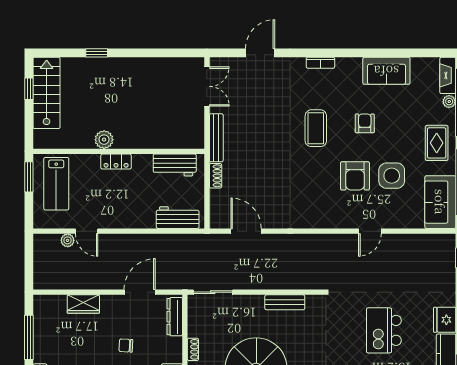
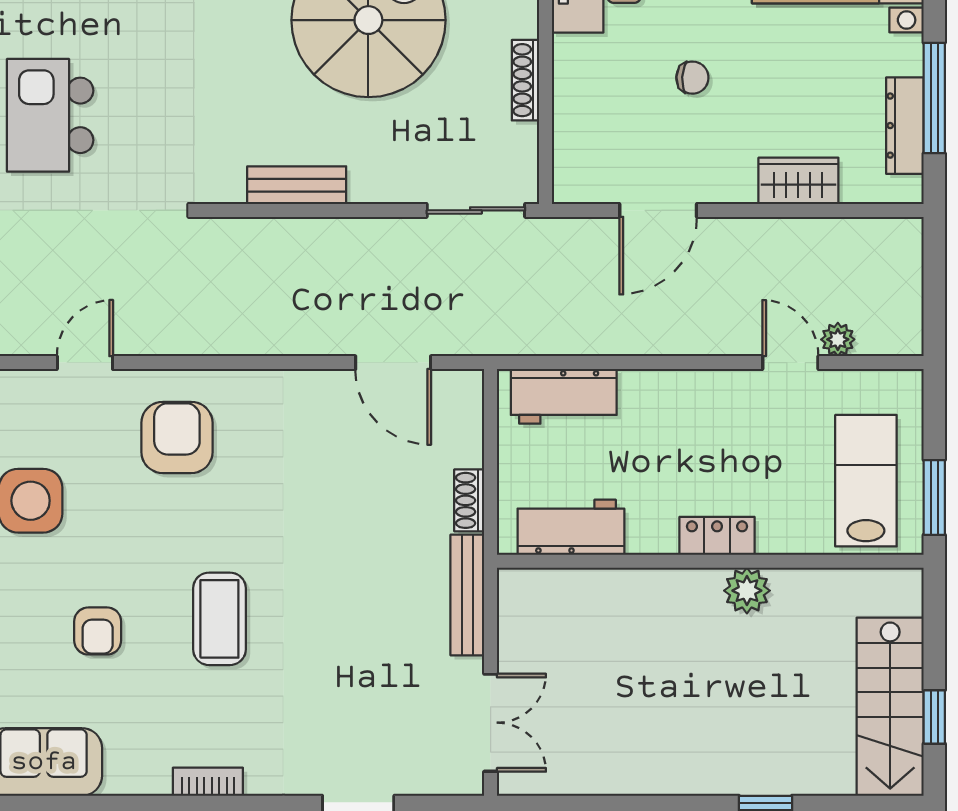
double door: (207, 86) -> (491, 723), swing flipped
armchair: (355, 176) -> (177, 437), moved
dresser: (175, 317) -> (905, 126), moved, turned 180
kitchen island: (384, 330) -> (50, 115), turned 180
shoe rack: (193, 349) -> (525, 80), width x1.43

